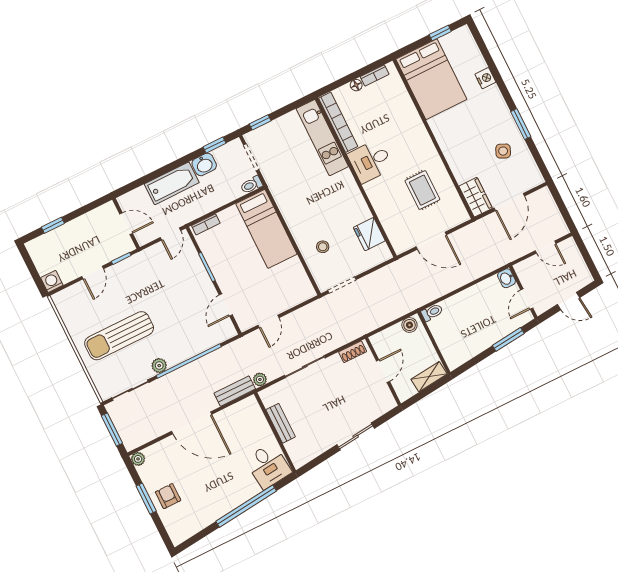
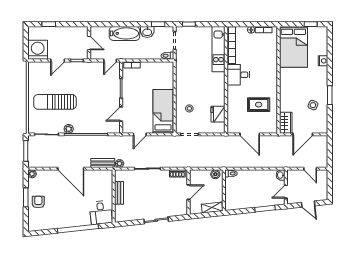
rug: (422, 190) -> (259, 105), turned 90
bed: (266, 229) -> (163, 111), moved, turned 180
washing machine: (52, 281) -> (38, 50), width x1.89, depth x1.89

